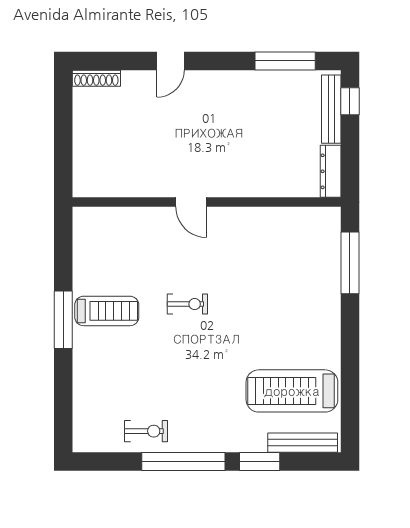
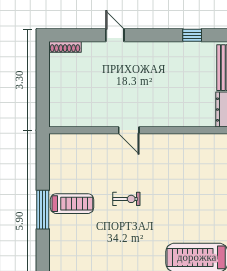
door: (170, 61) -> (115, 35), swing flipped
window: (285, 61) -> (192, 35), width x0.46

